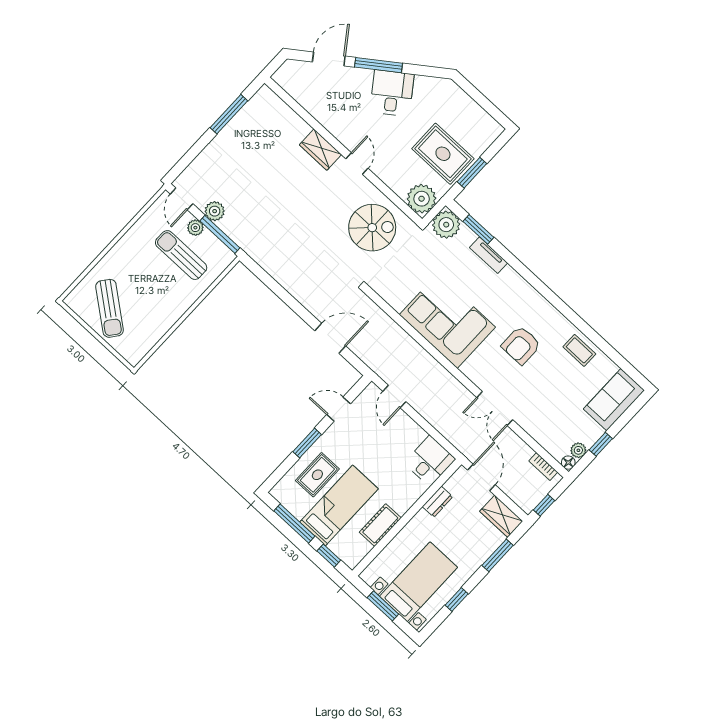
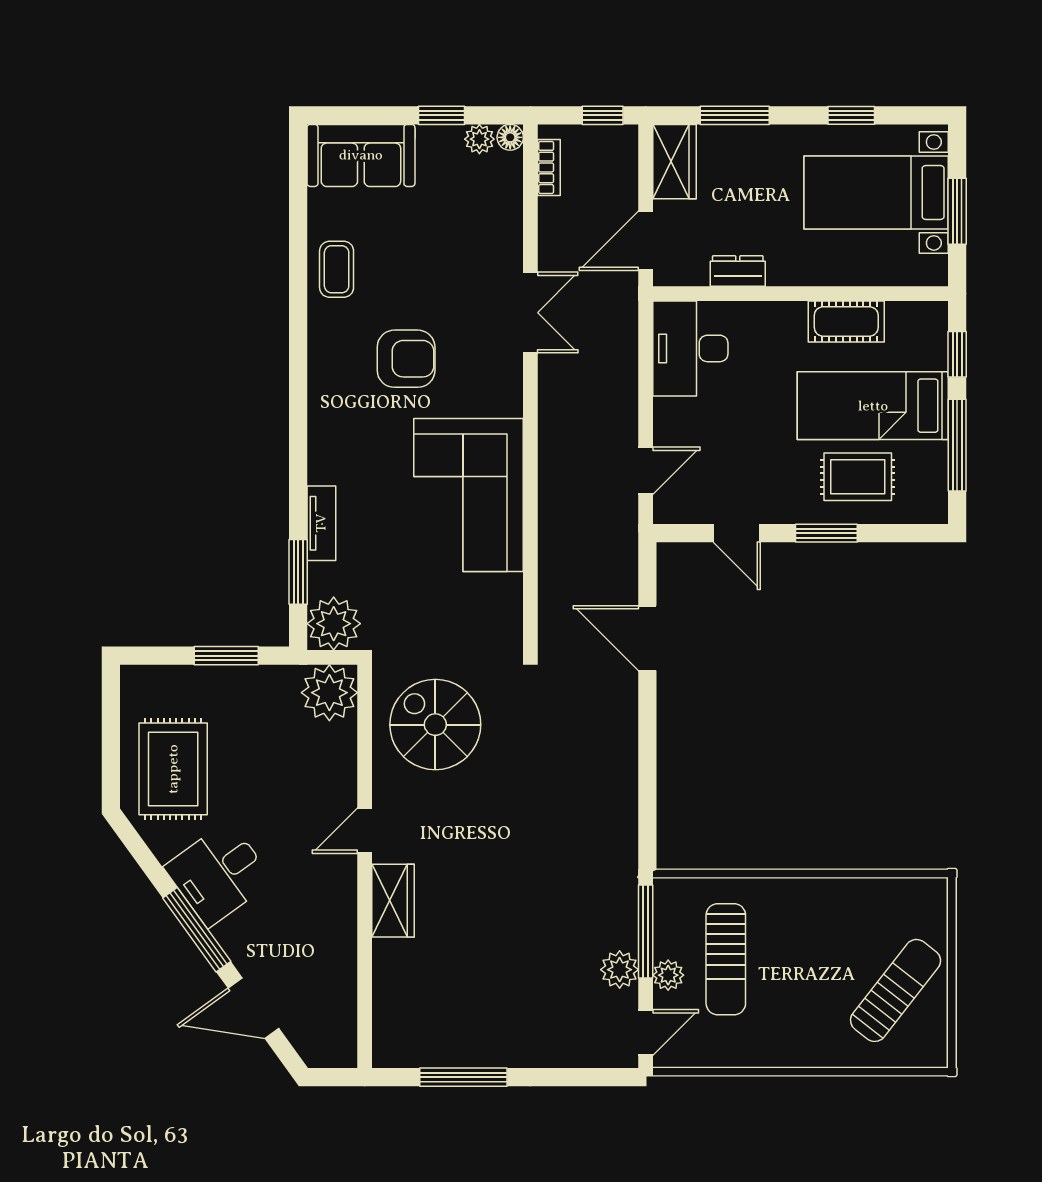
rug: (443, 154) -> (173, 769), moved
desk: (430, 461) -> (690, 348), width x1.37

